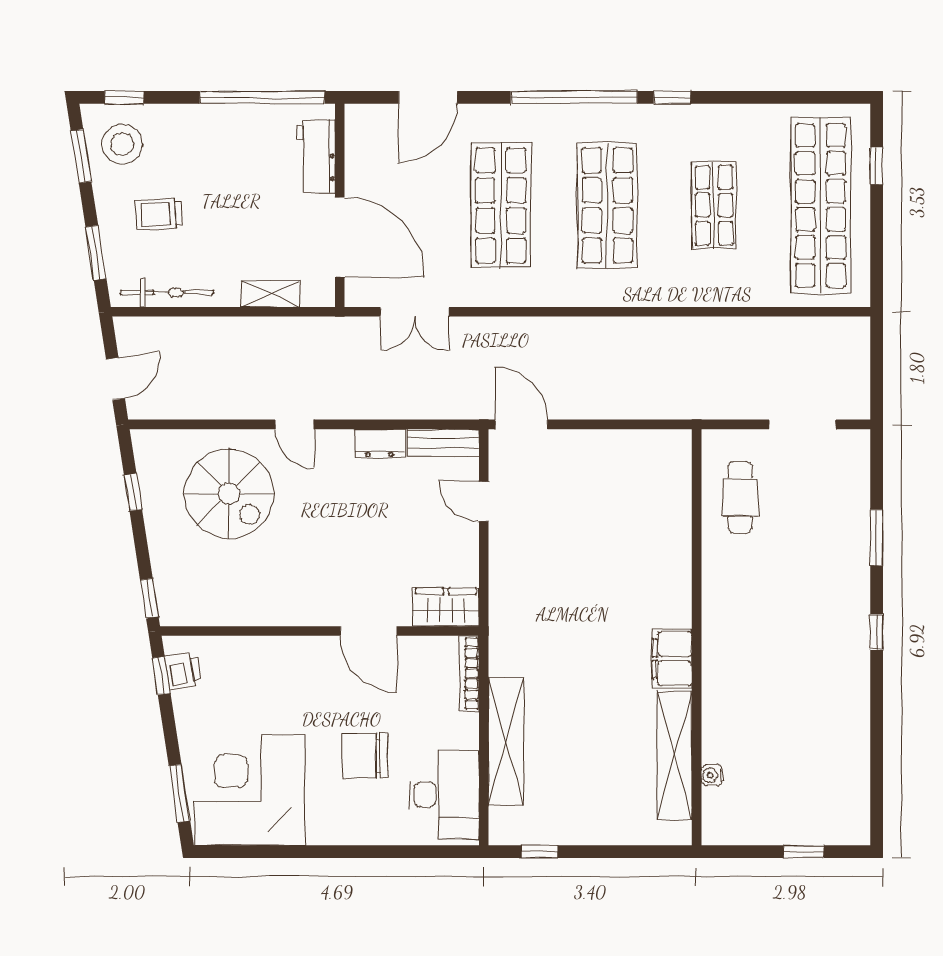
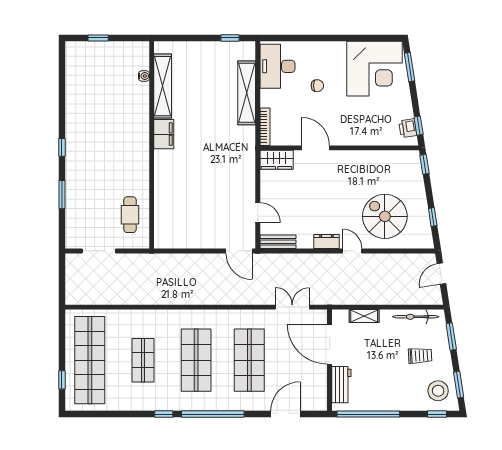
dresser: (380, 443) -> (326, 241), moved
chair: (364, 756) -> (317, 86), width x0.54, depth x0.54

